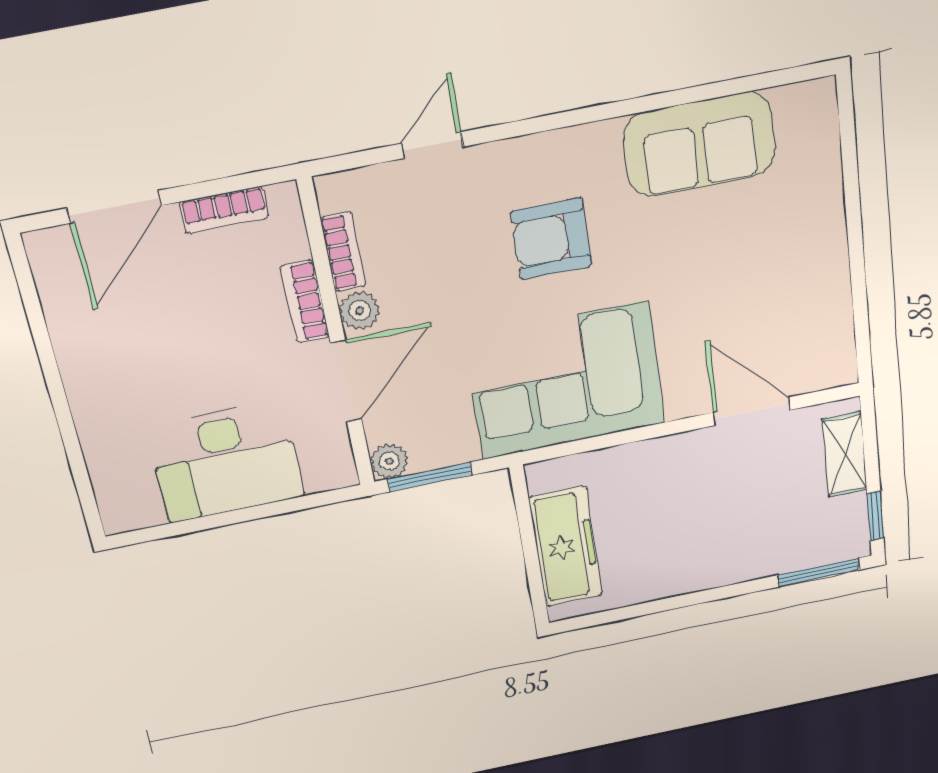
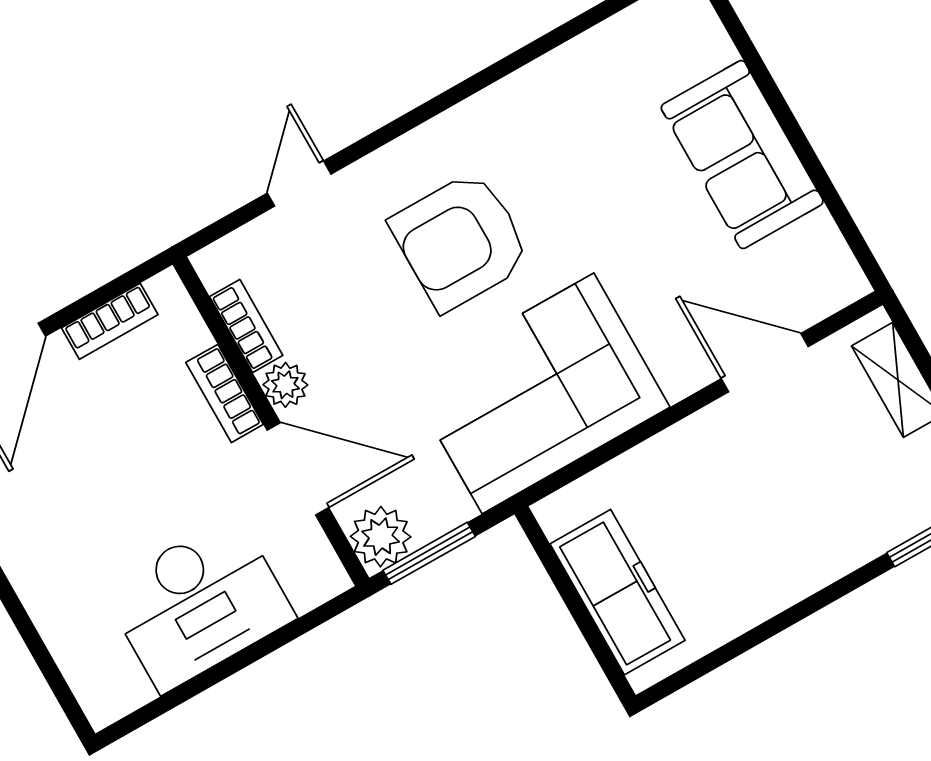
sofa: (699, 144) -> (742, 155), moved, turned 90
armchair: (551, 239) -> (461, 241), width x1.36, depth x1.36
door: (346, 381) -> (298, 469), hinge flipped
plant: (389, 461) -> (381, 537), width x1.38, depth x1.38

